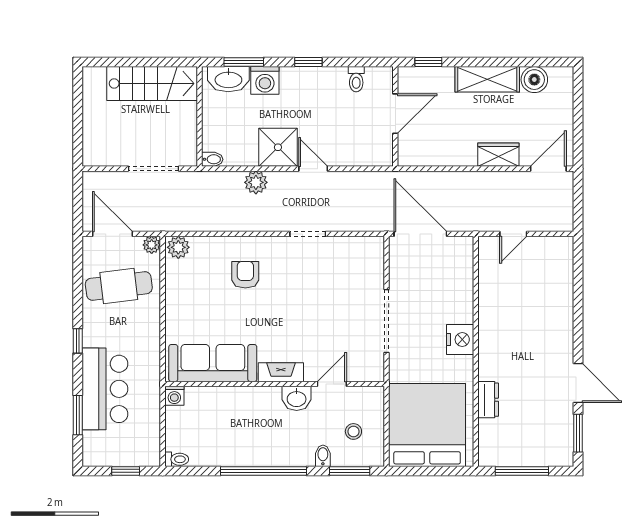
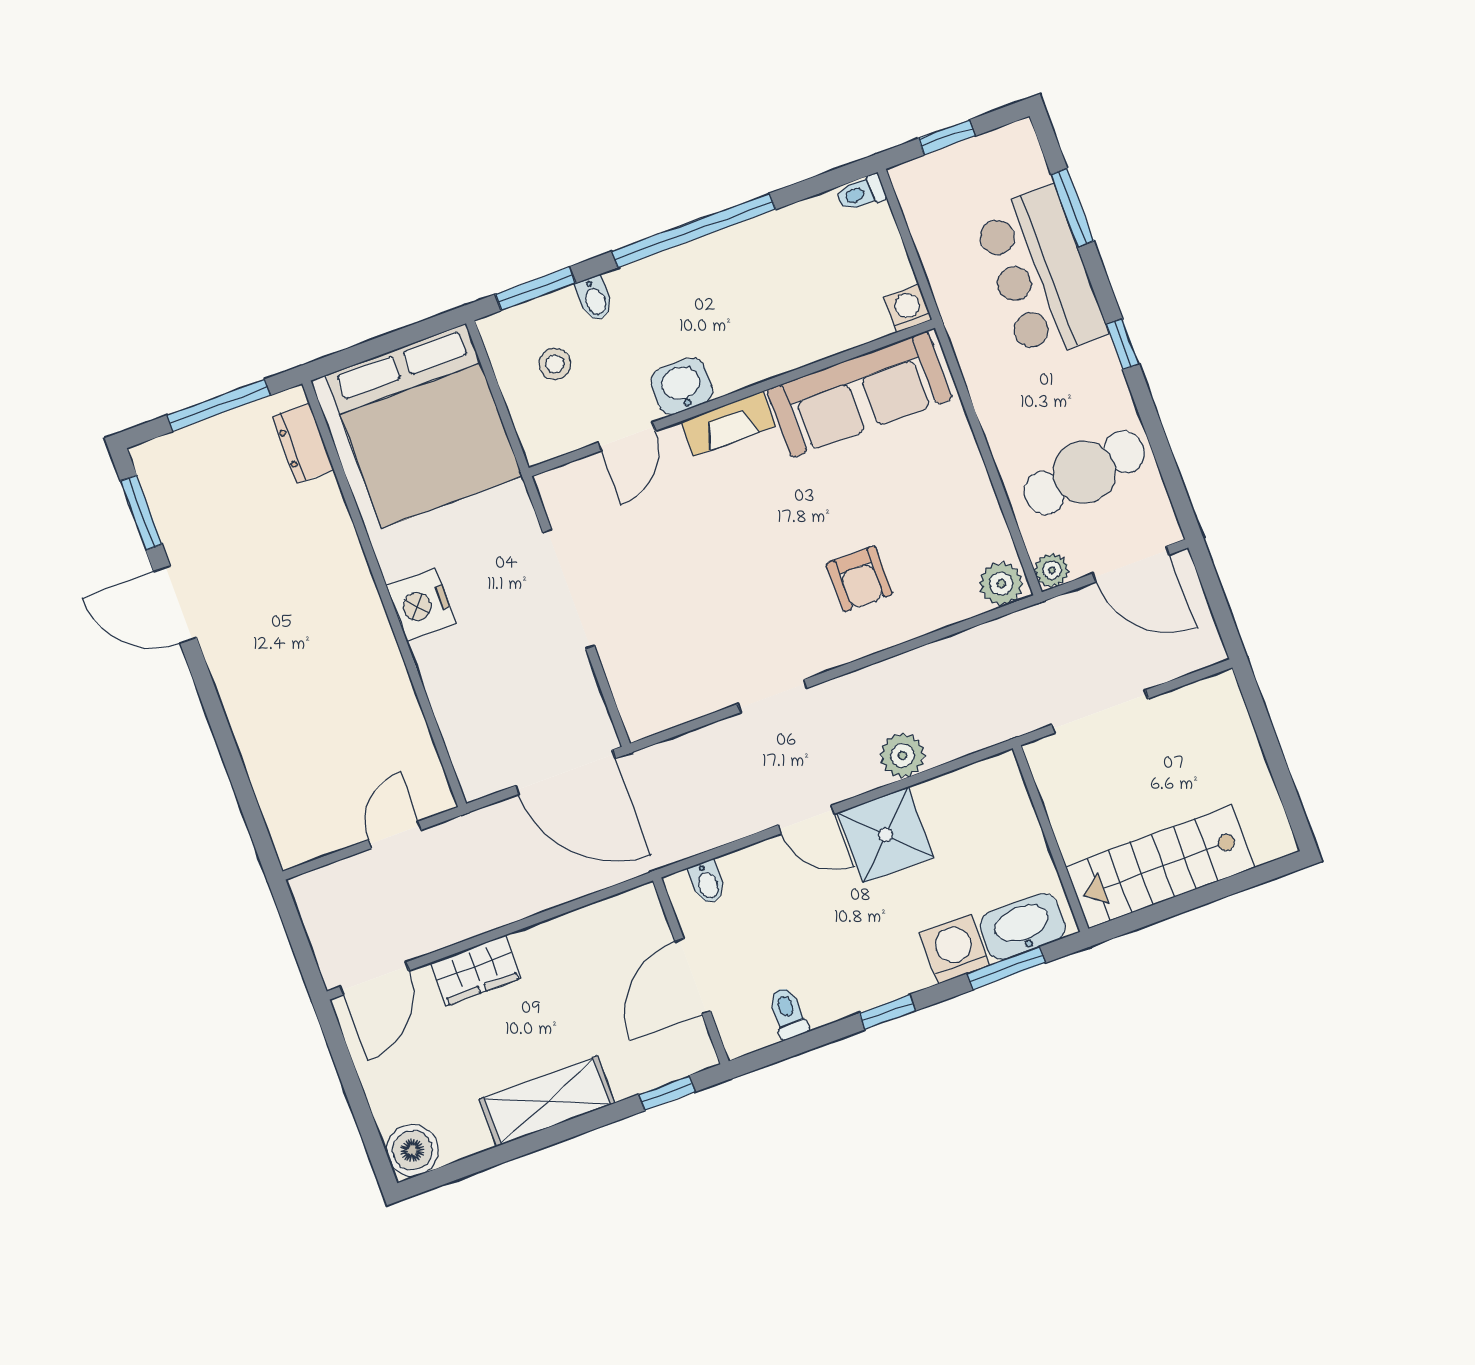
boiler: (534, 80) -> (412, 1150), moved
bidet: (212, 159) -> (707, 883), moved, turned -90
dresser: (488, 400) -> (303, 443), moved

